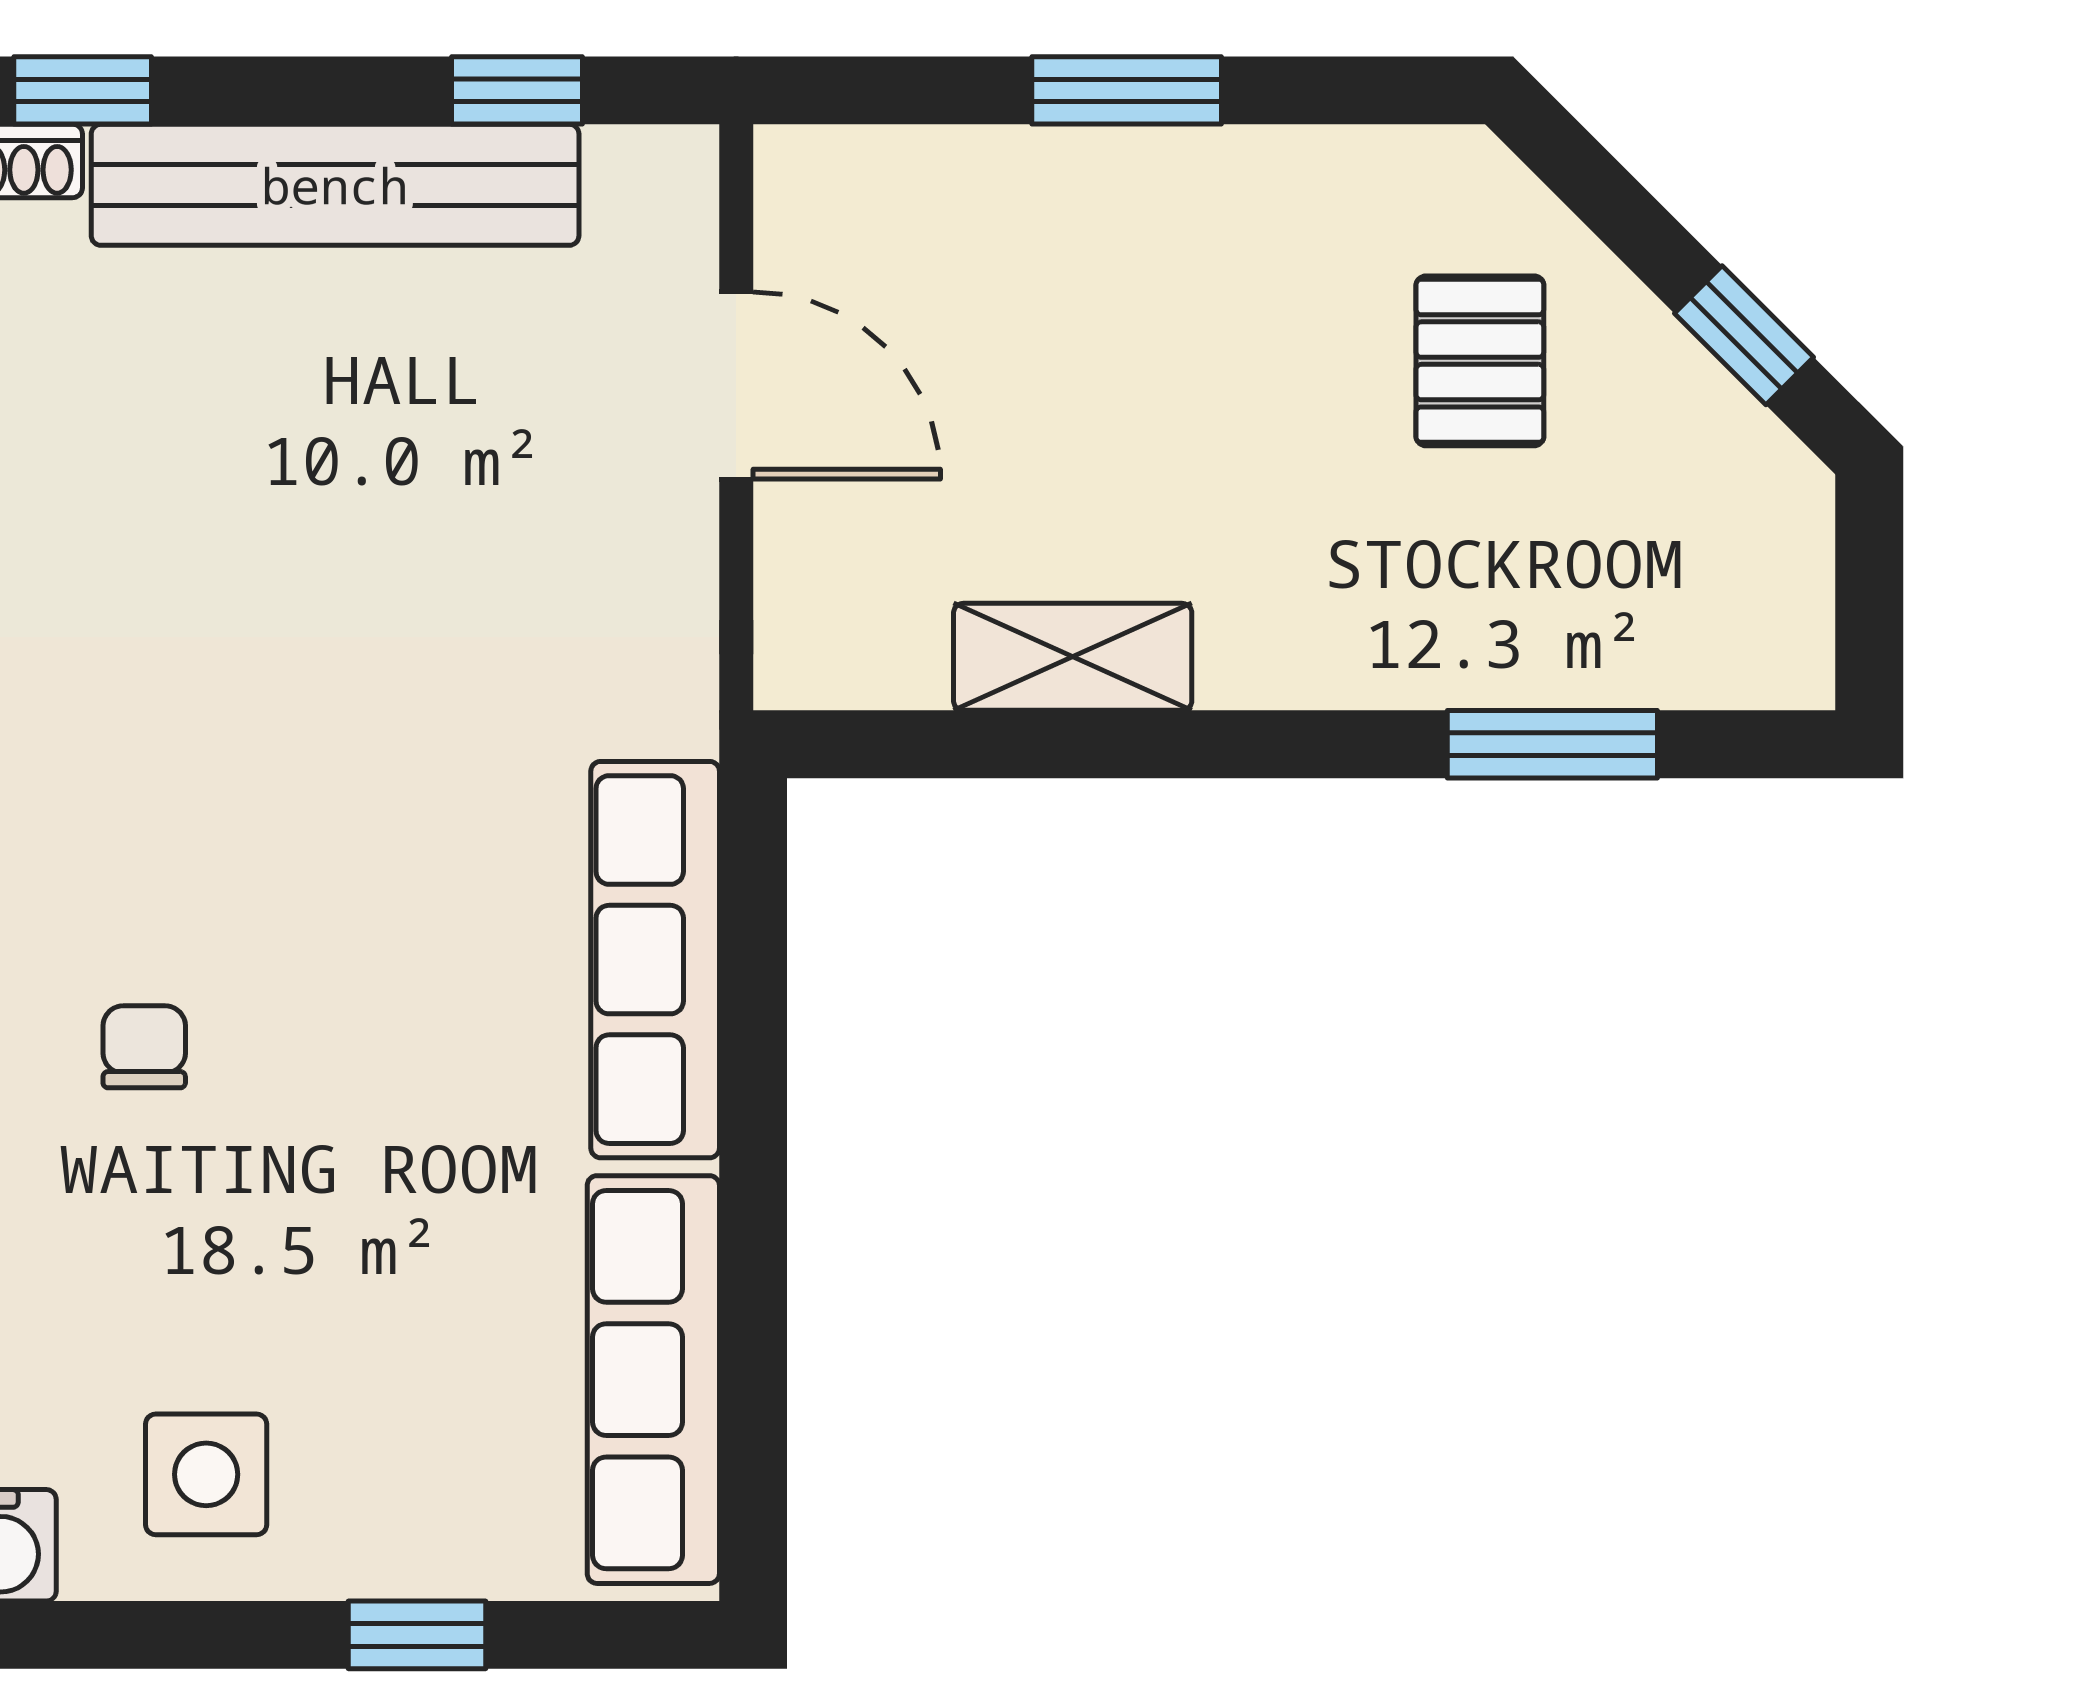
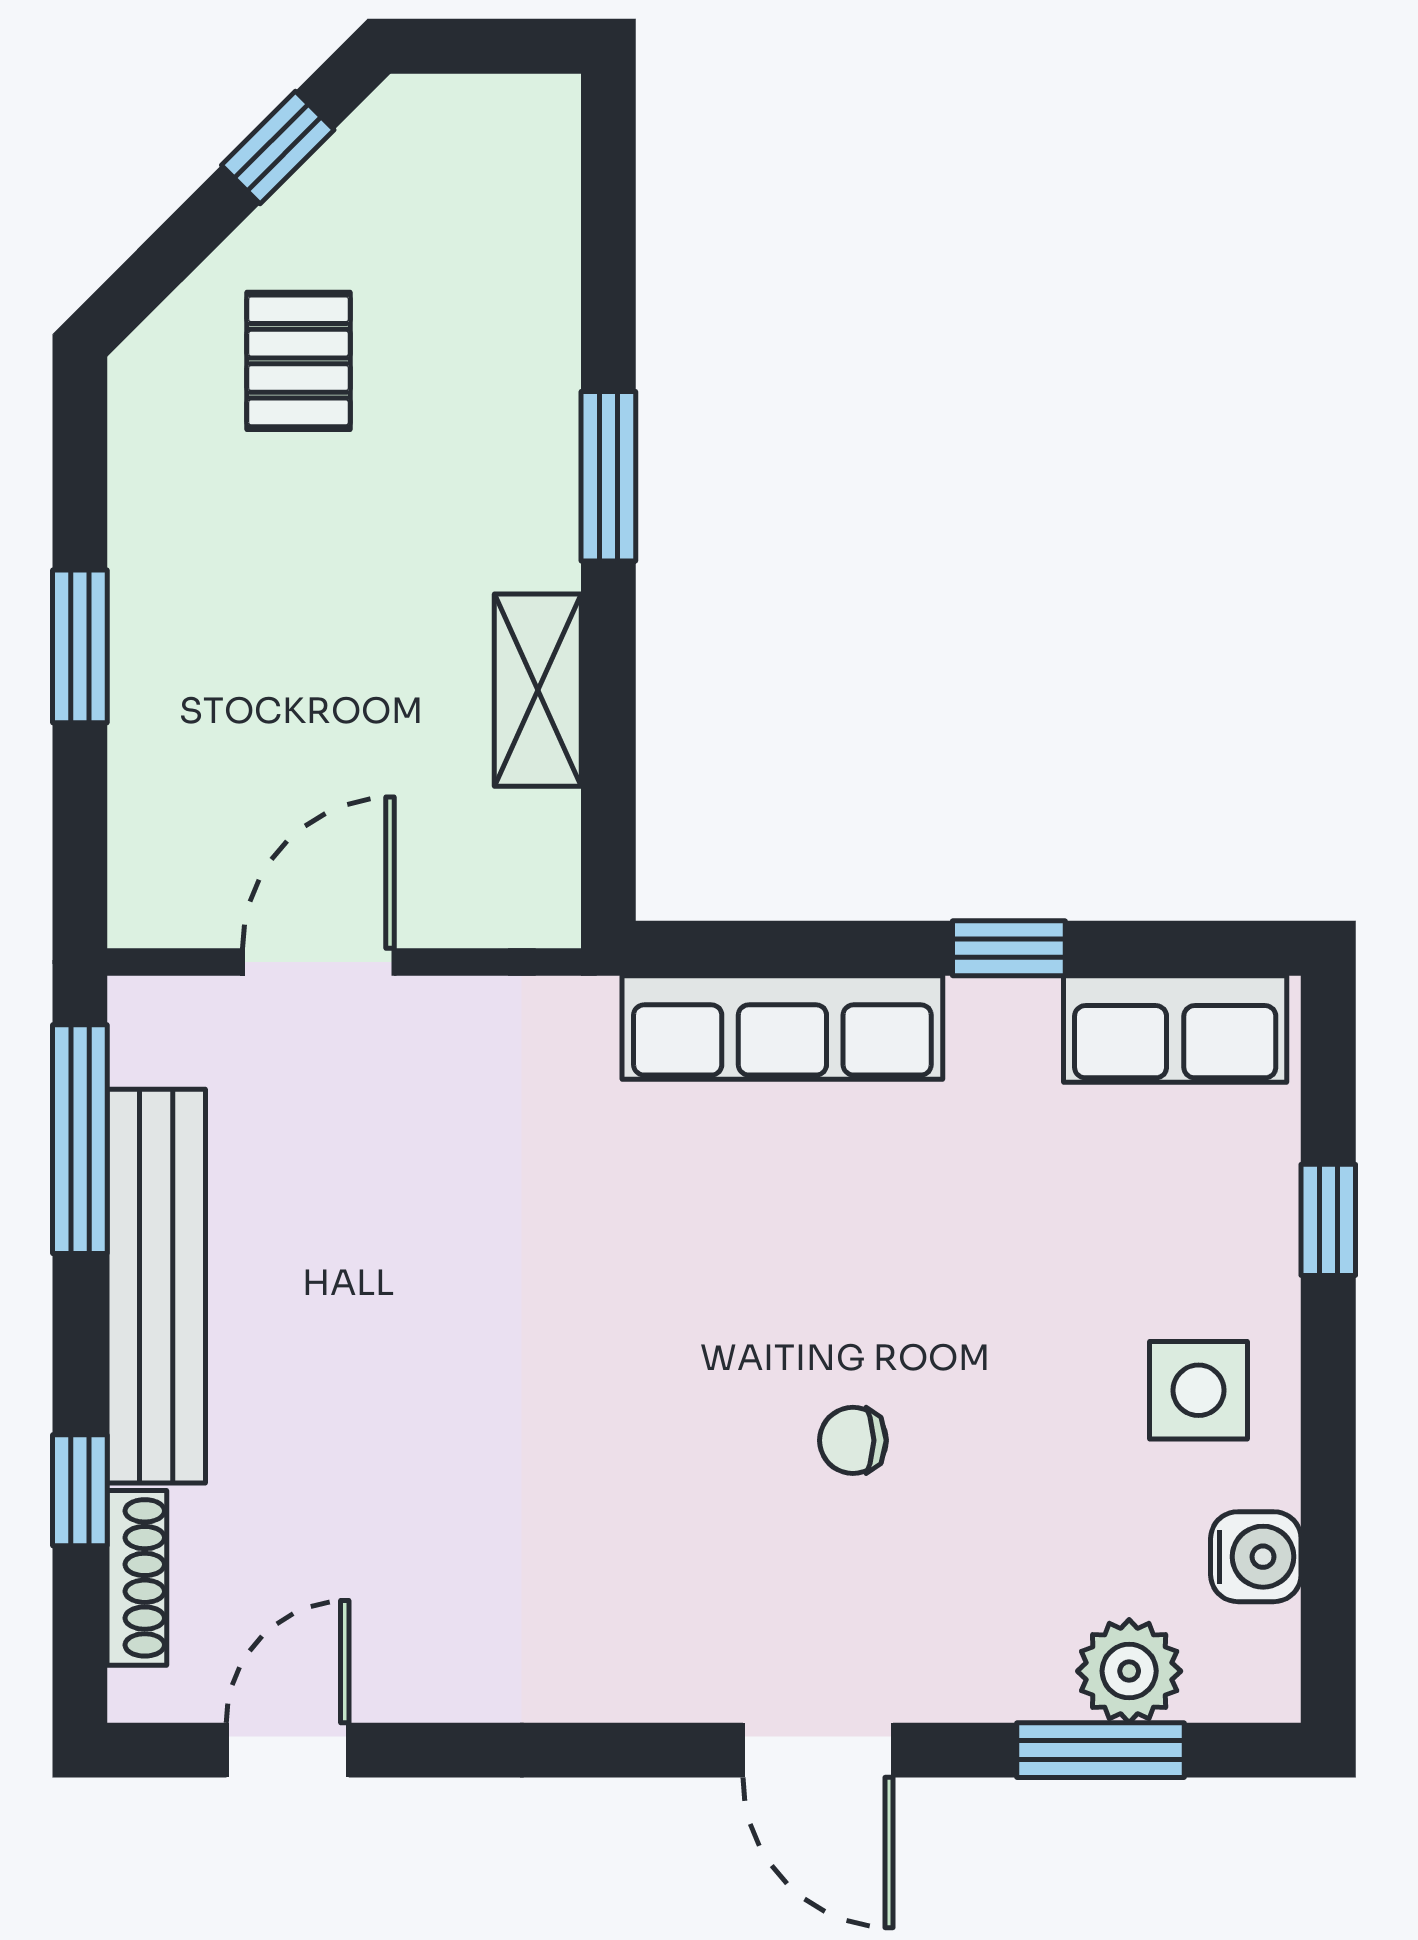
window: (517, 90) -> (80, 1139), width x2.17
pallet: (1480, 361) -> (299, 361), turned 90
window: (1552, 744) -> (608, 476), moved
window: (753, 1240) -> (1009, 948), added
row of seats: (653, 1380) -> (1175, 1029), width x0.68

